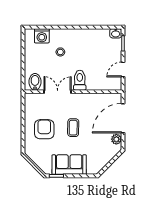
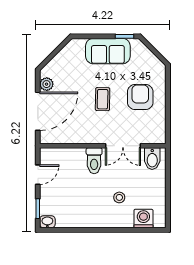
armchair: (44, 129) -> (140, 97), turned 180

